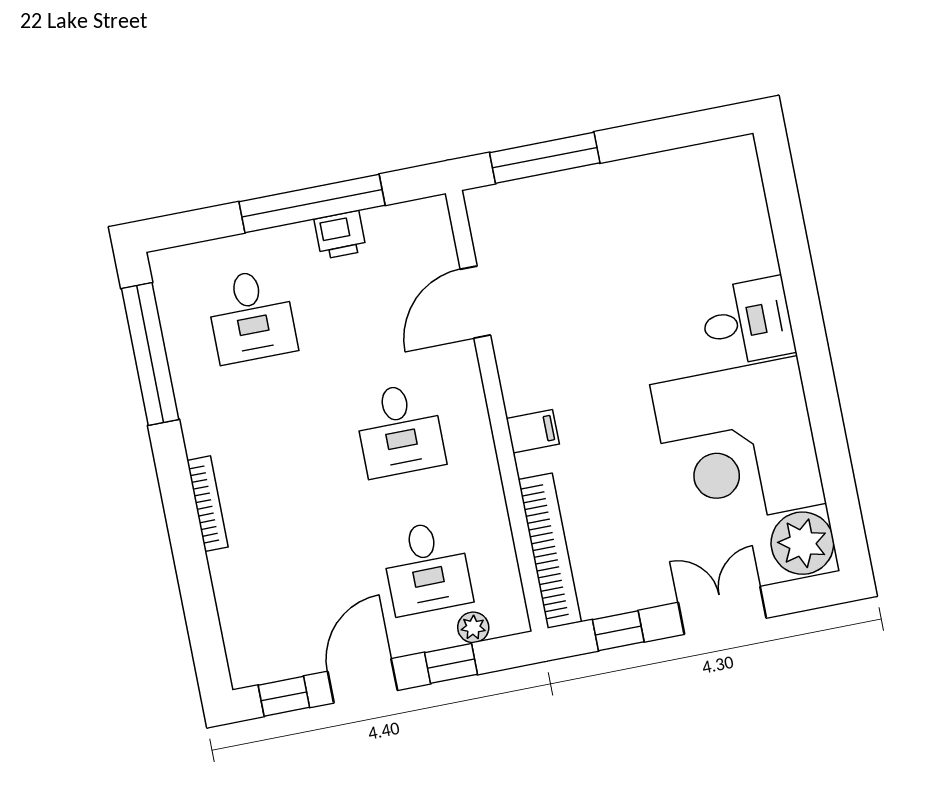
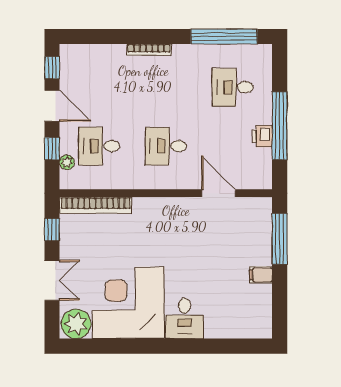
filing cabinet: (533, 431) -> (261, 275), moved, turned 90

